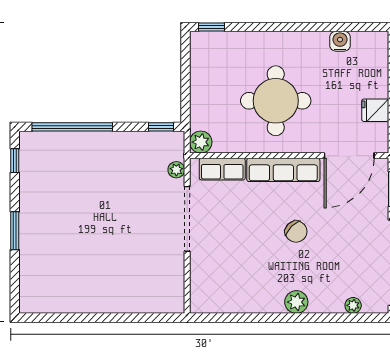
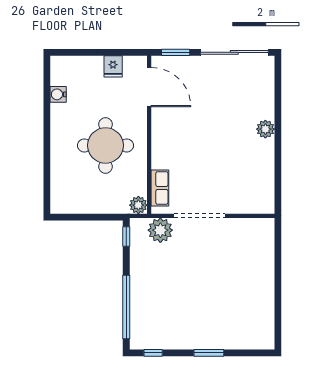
window: (212, 27) -> (47, 196), removed
plant: (176, 170) -> (160, 230), width x1.87, depth x1.87
row of seats: (283, 170) -> (160, 139), removed
chair: (296, 232) -> (209, 129), removed
plant: (353, 305) -> (268, 84), removed

